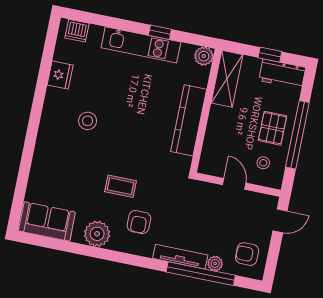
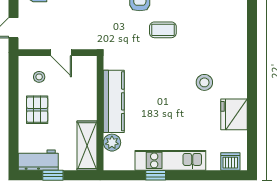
plant: (204, 56) -> (112, 143), moved
fridge: (60, 75) -> (234, 114), width x1.36, depth x1.34
window: (297, 135) -> (13, 108), removed

